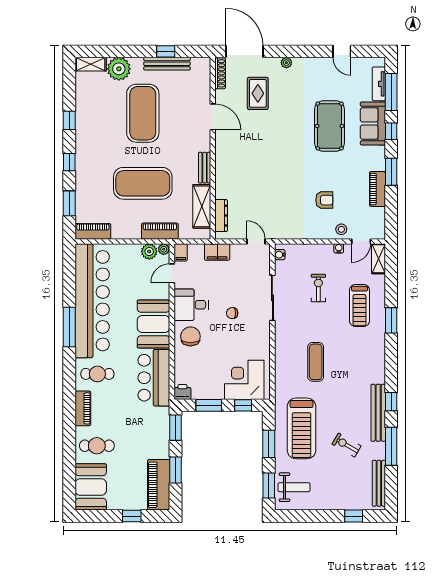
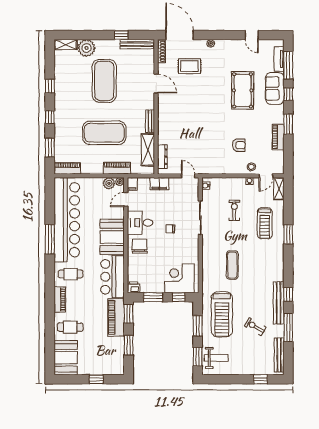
bench: (167, 64) -> (137, 44), moved
rug: (258, 93) -> (189, 66), turned 90
piano: (159, 485) -> (116, 318), moved

